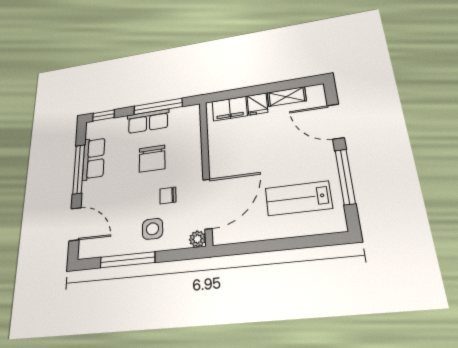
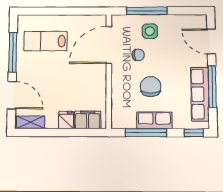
shelving: (287, 97) -> (31, 122), moved
row of seats: (94, 158) -> (200, 94), width x1.48
lab bench: (298, 198) -> (45, 41), turned 180
plant: (197, 239) -> (117, 20), removed
window: (128, 260) -> (147, 11), moved

